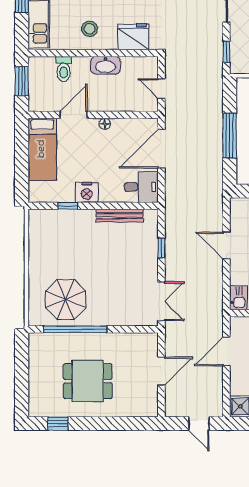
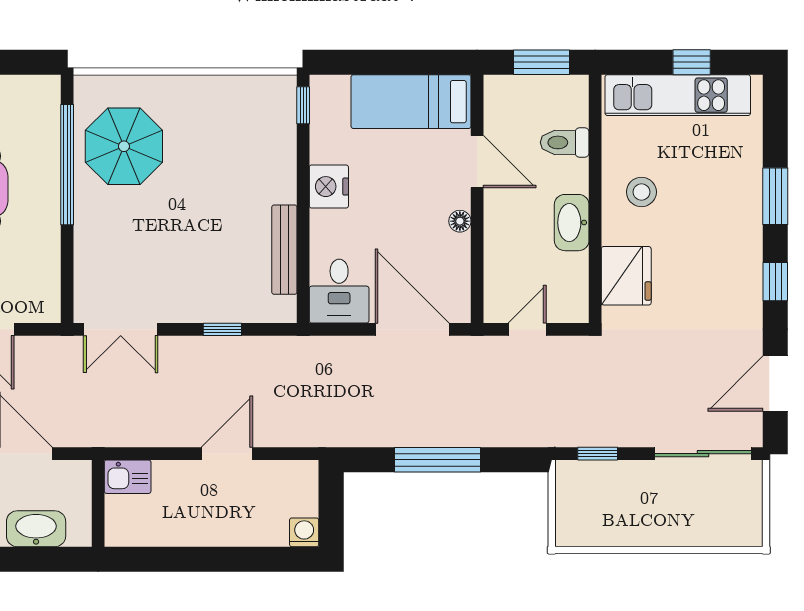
window: (68, 206) -> (303, 105), moved

